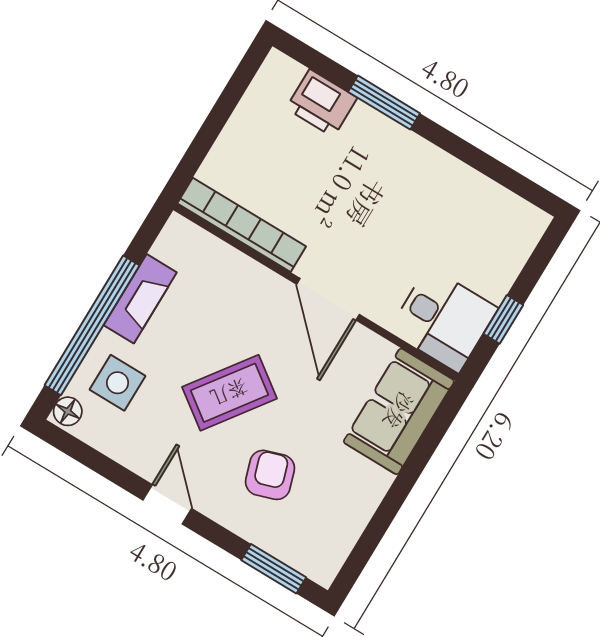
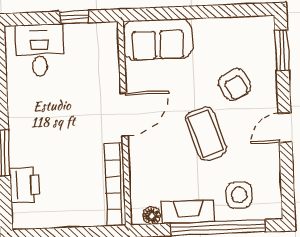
desk: (443, 320) -> (39, 50), moved
coffee table: (229, 393) -> (206, 134), turned 36
floor lamp: (68, 411) -> (152, 216), moved
armchair: (270, 475) -> (235, 84), turned -99

